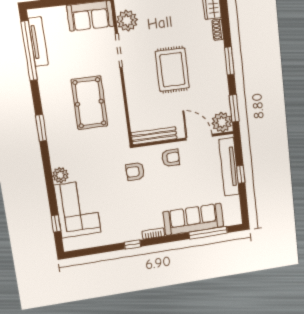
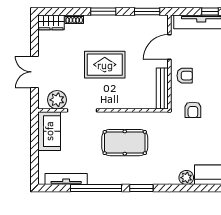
window: (29, 51) -> (96, 188), moved
plant: (222, 122) -> (158, 24), removed
armchair: (171, 158) -> (185, 76), turned 90

